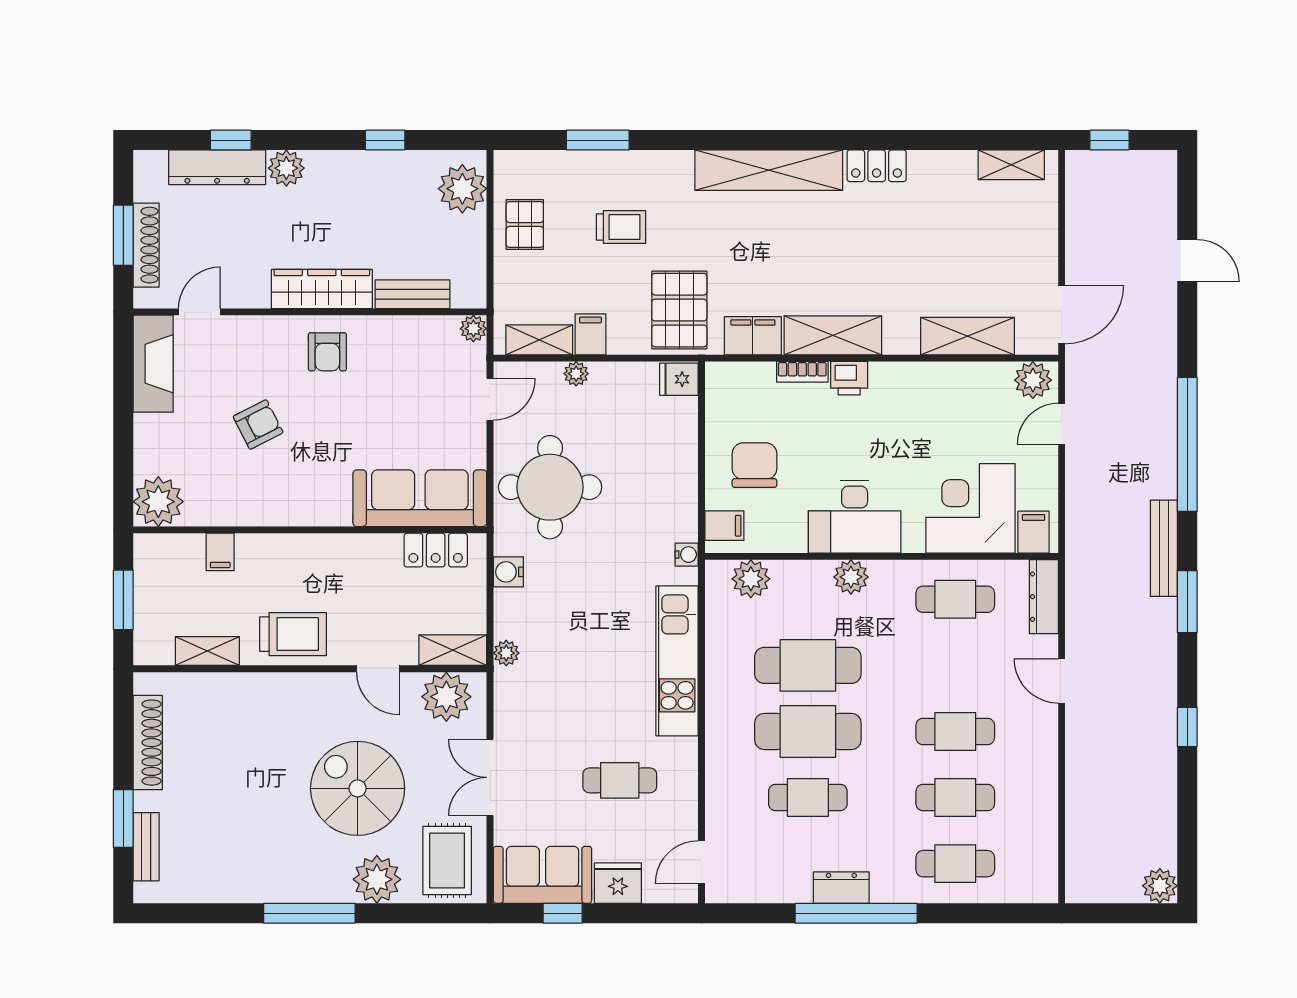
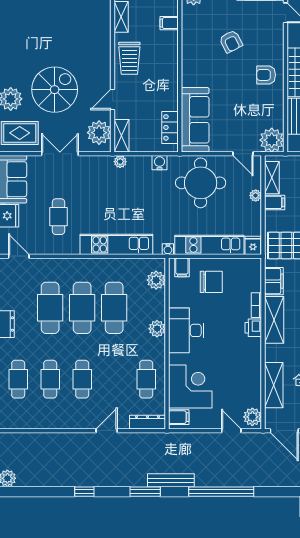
plant: (473, 329) -> (272, 140), width x1.87, depth x1.87
kitchen unit: (678, 469) -> (209, 245), added
cafe table: (808, 798) -> (50, 308), width x1.37, depth x1.35

